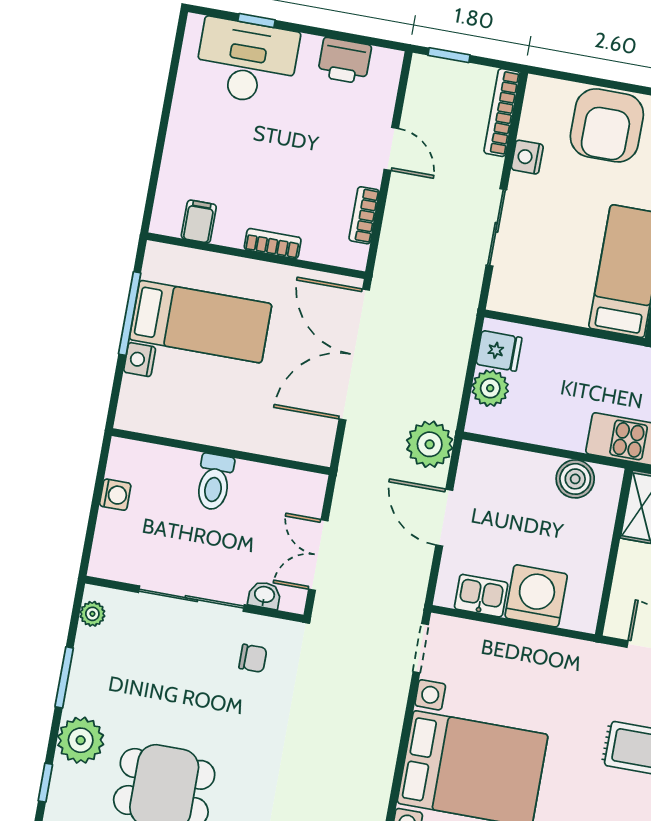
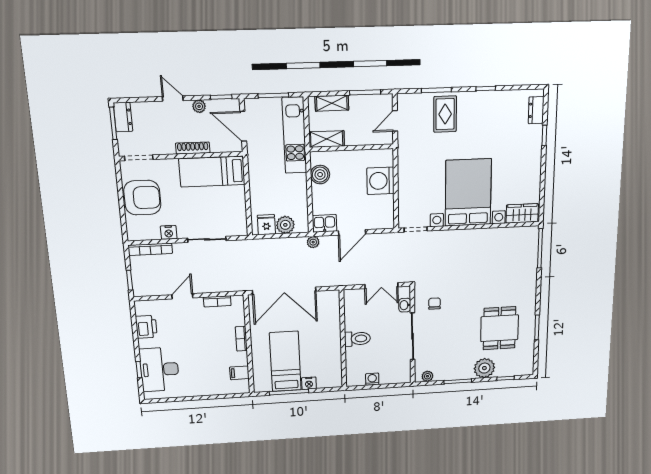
plant: (430, 444) -> (313, 242), width x0.53, depth x0.53
kitchen sink: (481, 596) -> (324, 223), moved, turned 90

